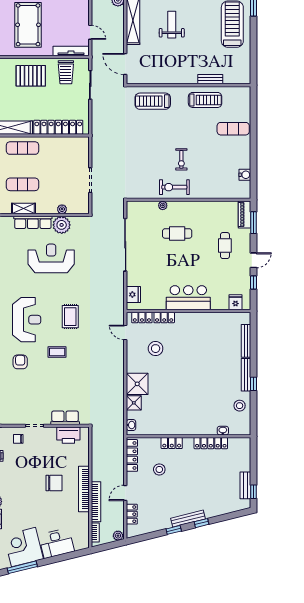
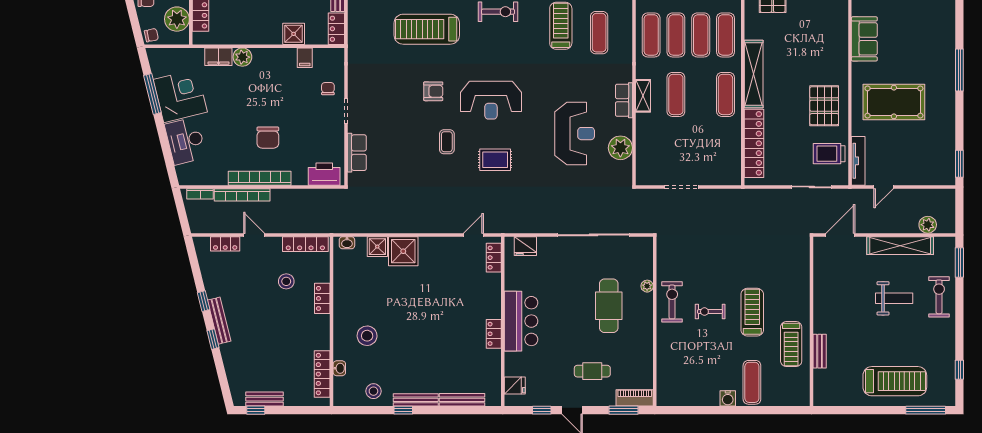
treadmill: (153, 101) -> (752, 312), moved
water cooler: (245, 175) -> (728, 398), moved
plant: (62, 209) -> (642, 148), removed
row of seats: (33, 222) -> (624, 100), width x0.68
cafe table: (177, 233) -> (609, 306), width x1.37, depth x1.35
locker: (164, 318) -> (494, 334), moved
stool: (156, 349) -> (367, 336), moved
printer: (68, 435) -> (324, 174), moved, turned 90
locker: (211, 443) -> (322, 374), moved
plant: (118, 536) -> (196, 225), removed

